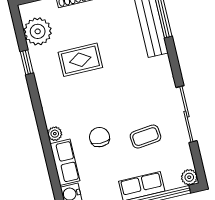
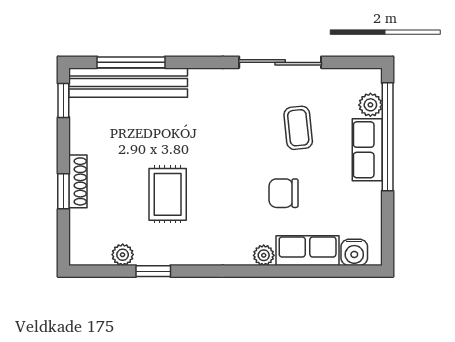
plant: (38, 31) -> (123, 255), width x0.53, depth x0.53
plant: (189, 177) -> (370, 105), moved

